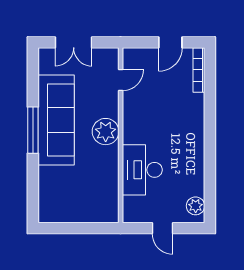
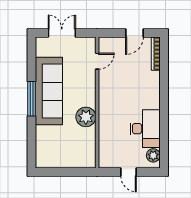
double door: (74, 42) -> (62, 33), swing flipped
plant: (106, 132) -> (86, 117), moved
desk: (142, 170) -> (145, 129), moved, turned 180

